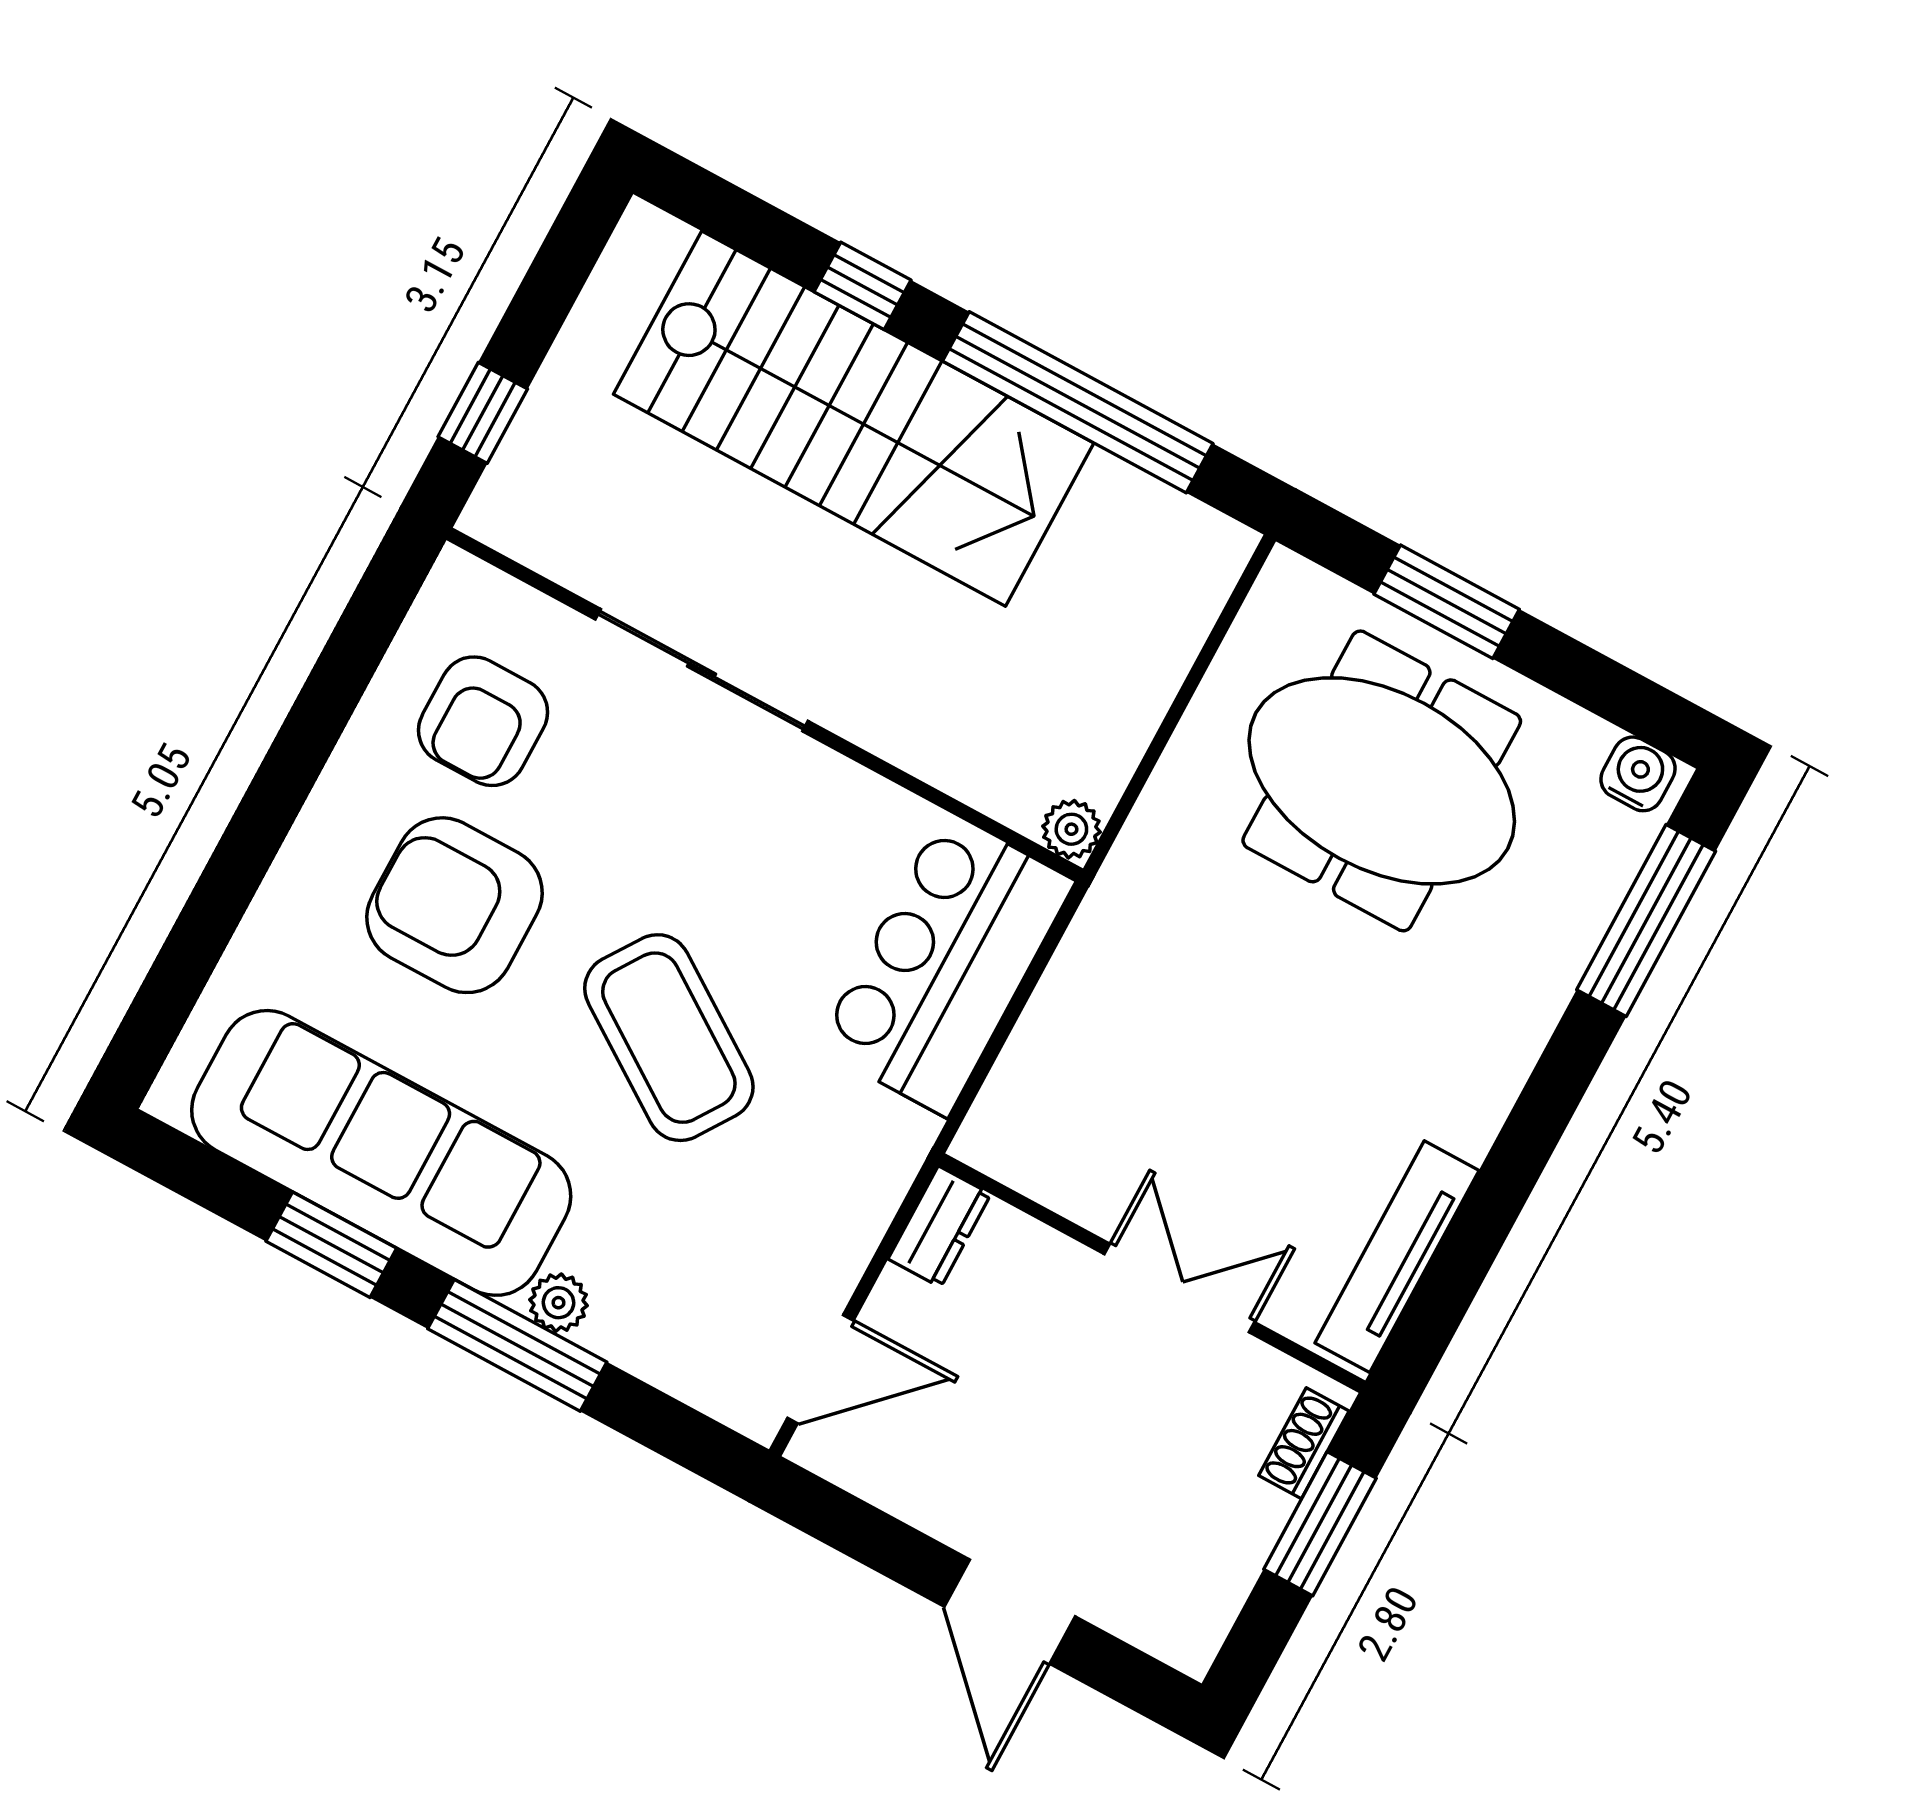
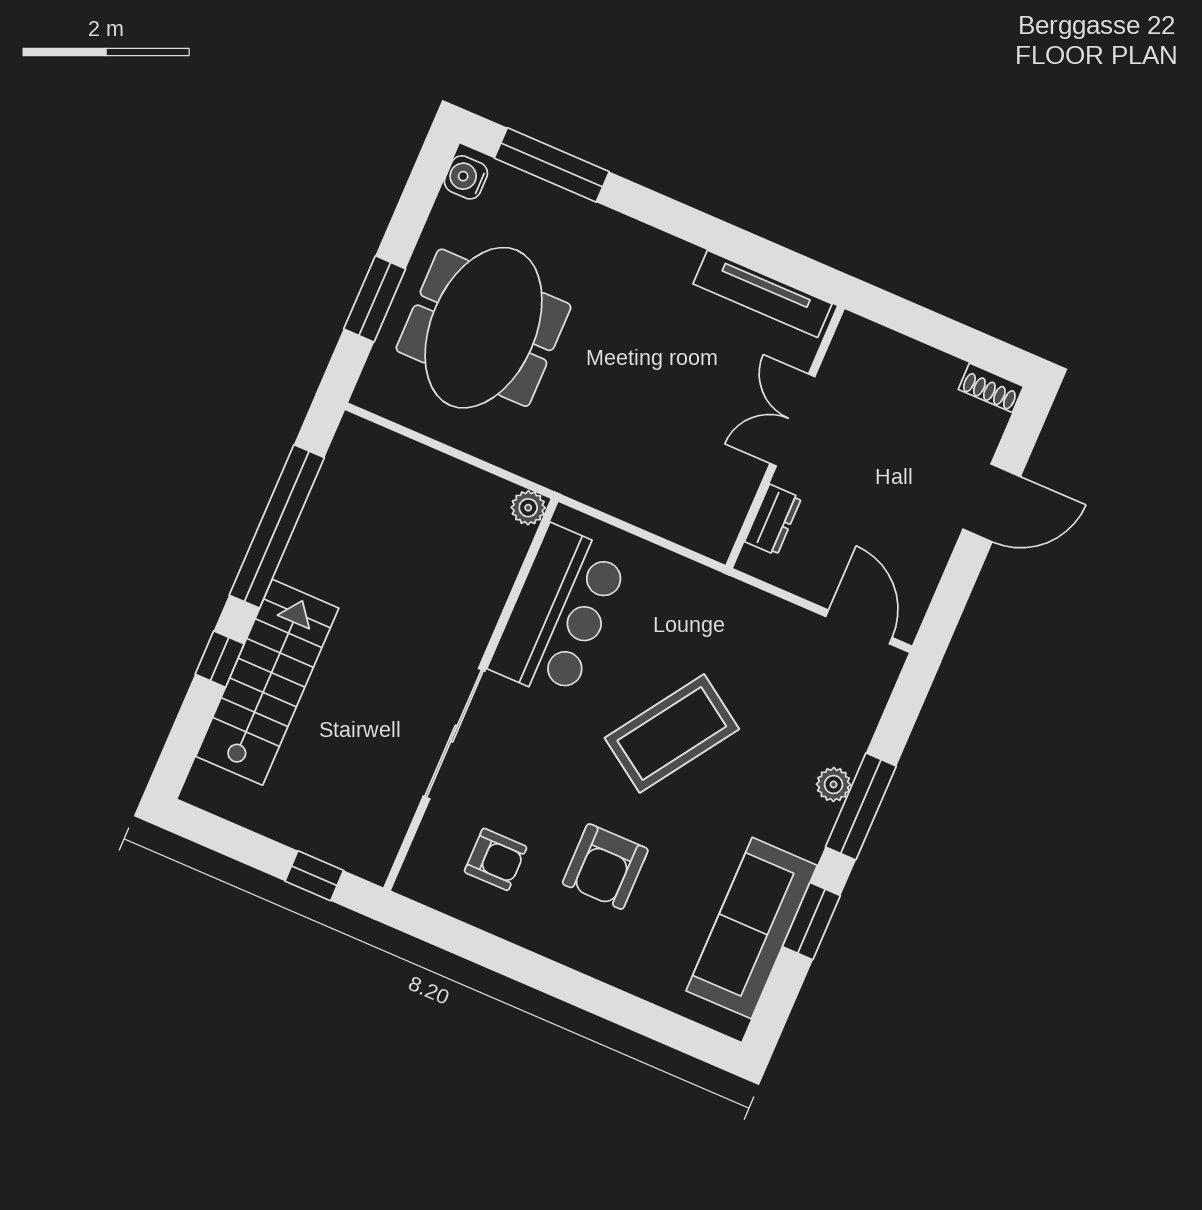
stairs: (854, 419) -> (267, 682), width x0.73, depth x0.66
armchair: (483, 721) -> (496, 859), width x0.72, depth x0.72
armchair: (454, 905) -> (605, 867), width x0.73, depth x0.73
bar counter: (946, 964) -> (559, 613), moved, turned -90
sofa: (381, 1153) -> (752, 928), width x0.74, depth x0.79
dresser: (939, 1227) -> (773, 520), moved, turned 90
shoe rack: (1304, 1443) -> (991, 388), moved
window: (1320, 1524) -> (924, 325), removed

